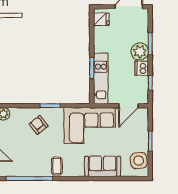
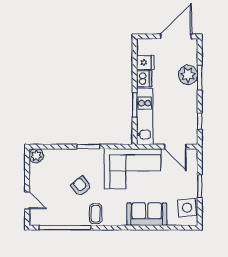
fridge: (101, 19) -> (145, 62), moved
plant: (140, 51) -> (188, 75), moved
dishwasher: (142, 68) -> (144, 79), moved, turned 180
door: (128, 106) -> (175, 147), hinge flipped
armchair: (38, 125) -> (81, 186), moved

